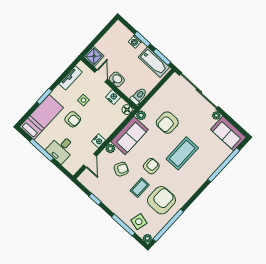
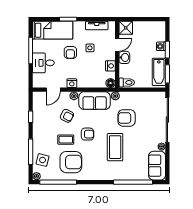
coffee table: (182, 153) -> (115, 147), turned 90

